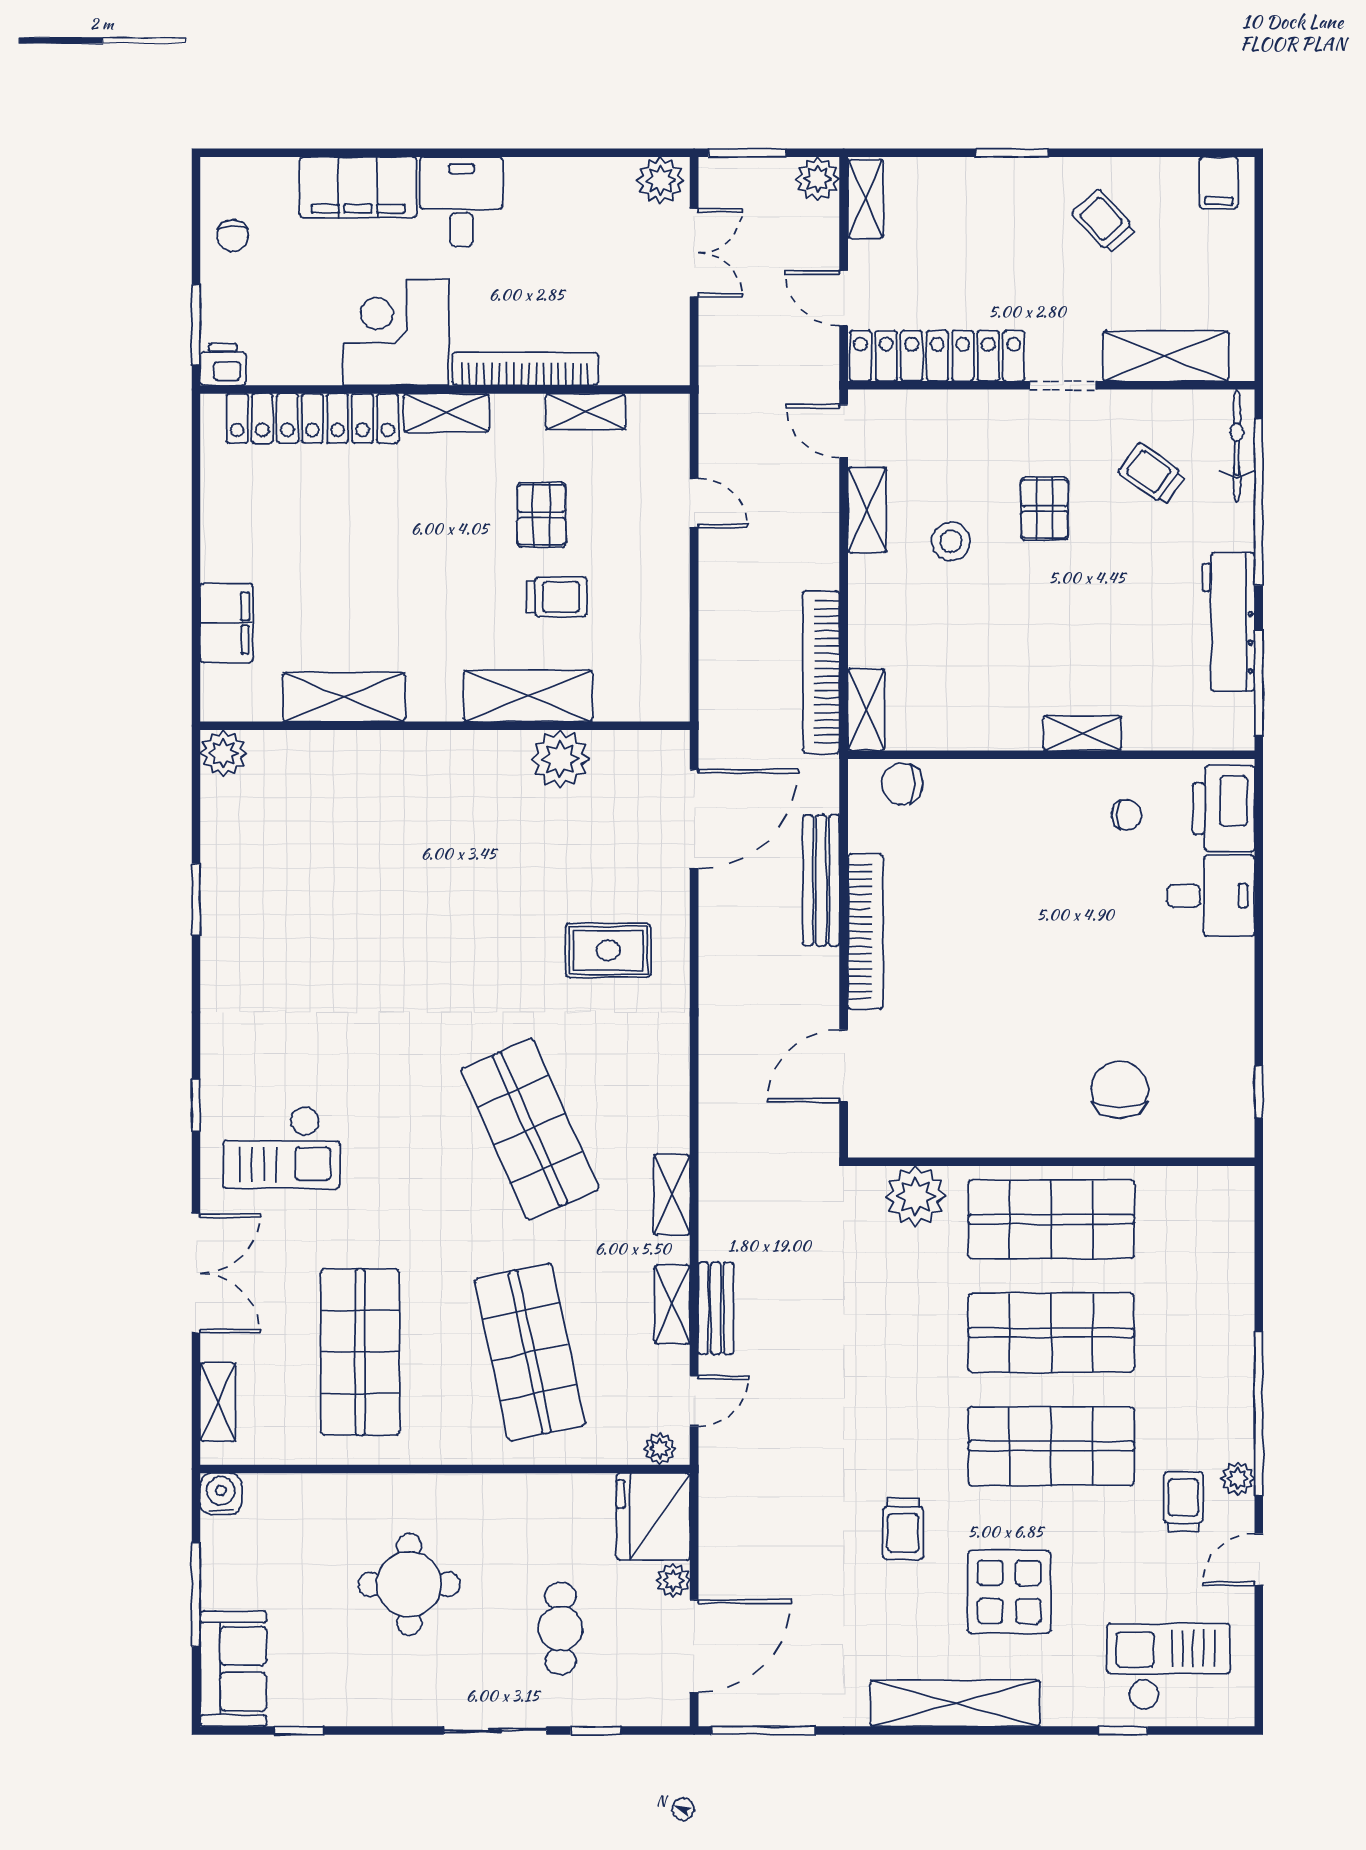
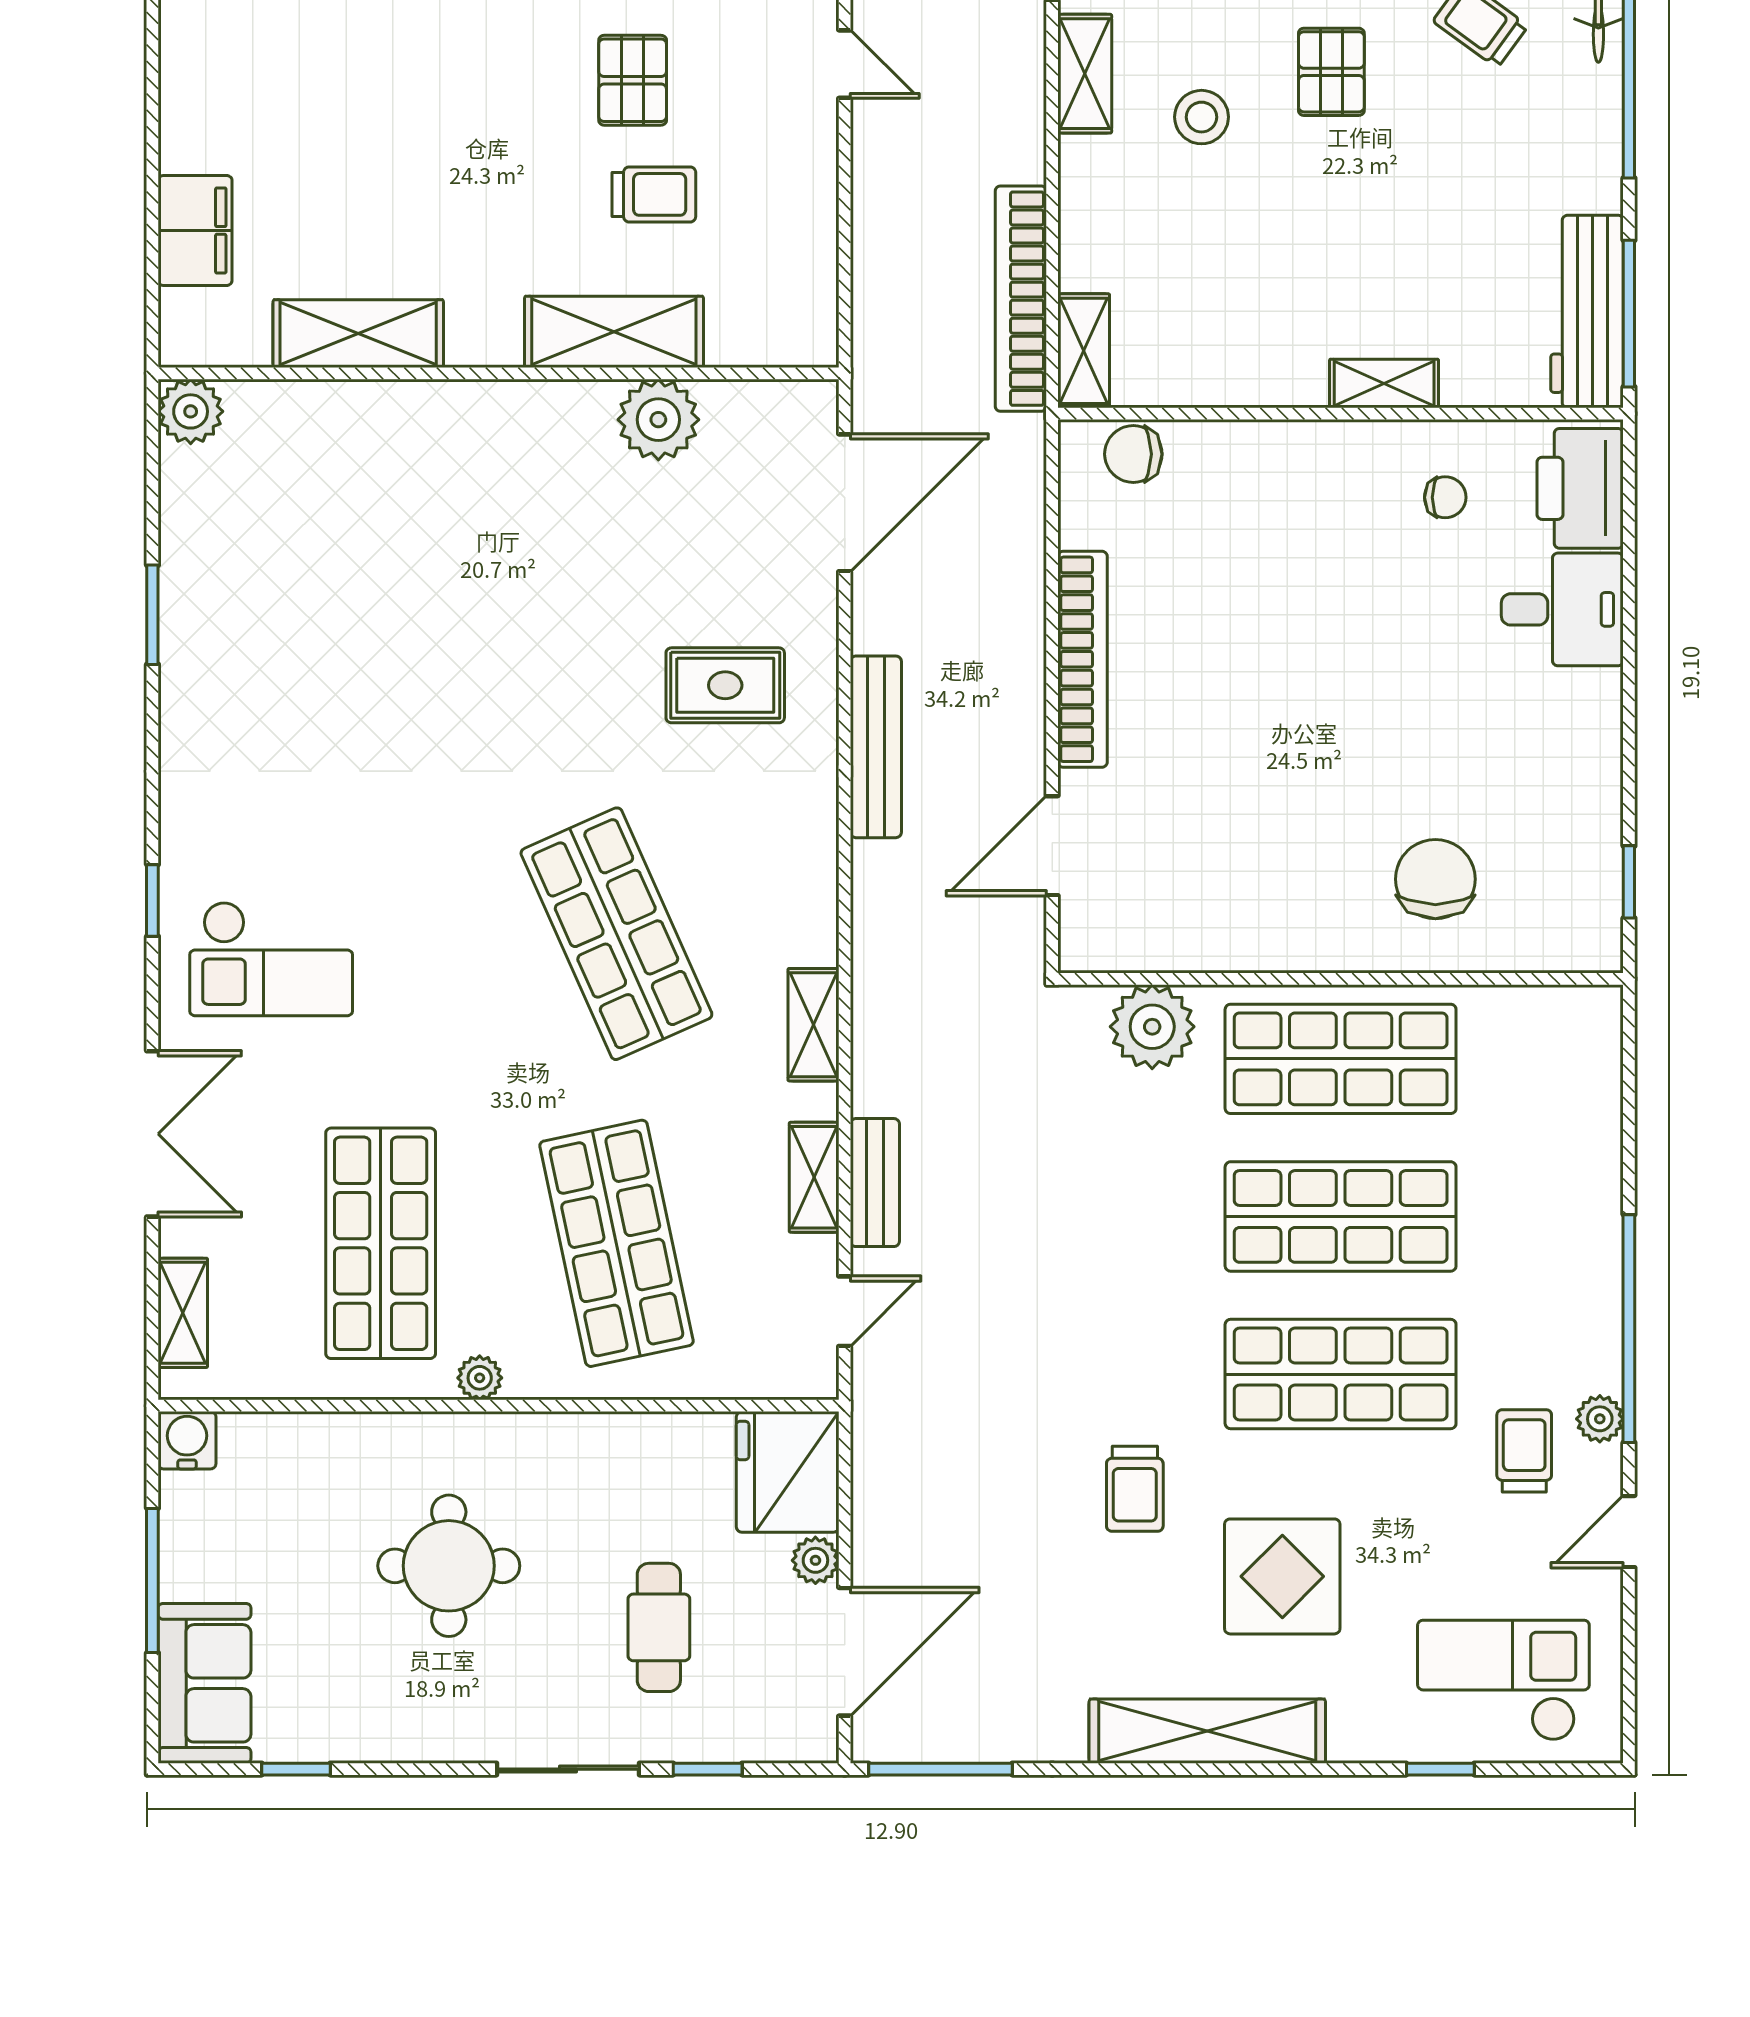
workbench: (1229, 622) -> (1587, 312), moved
bench: (821, 880) -> (876, 747), moved
plant: (660, 1449) -> (480, 1378), moved

